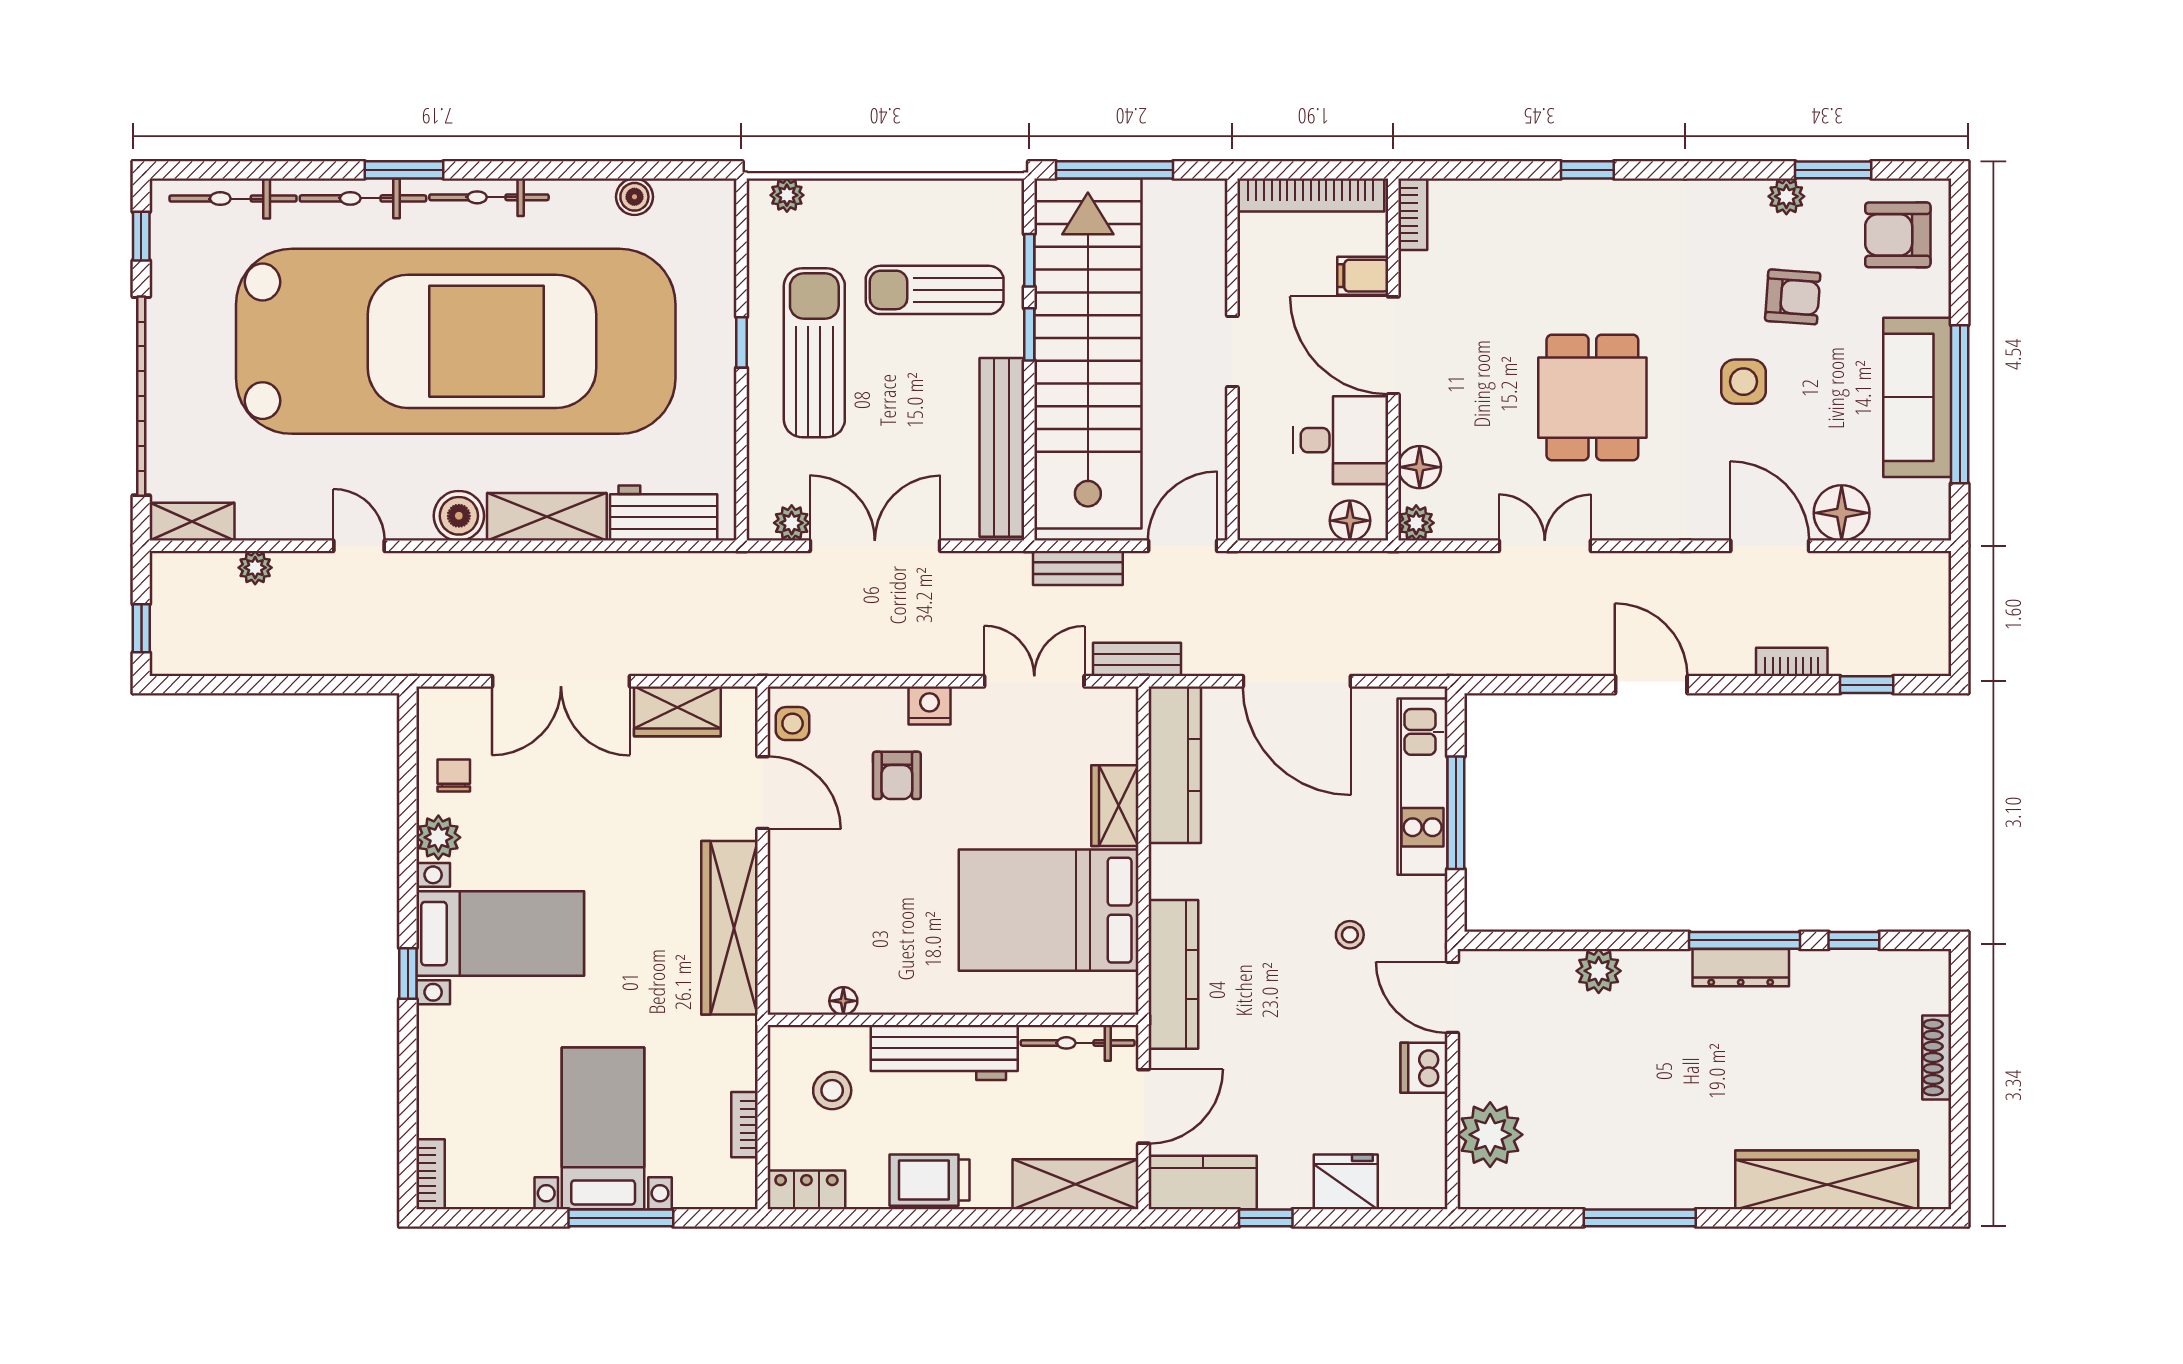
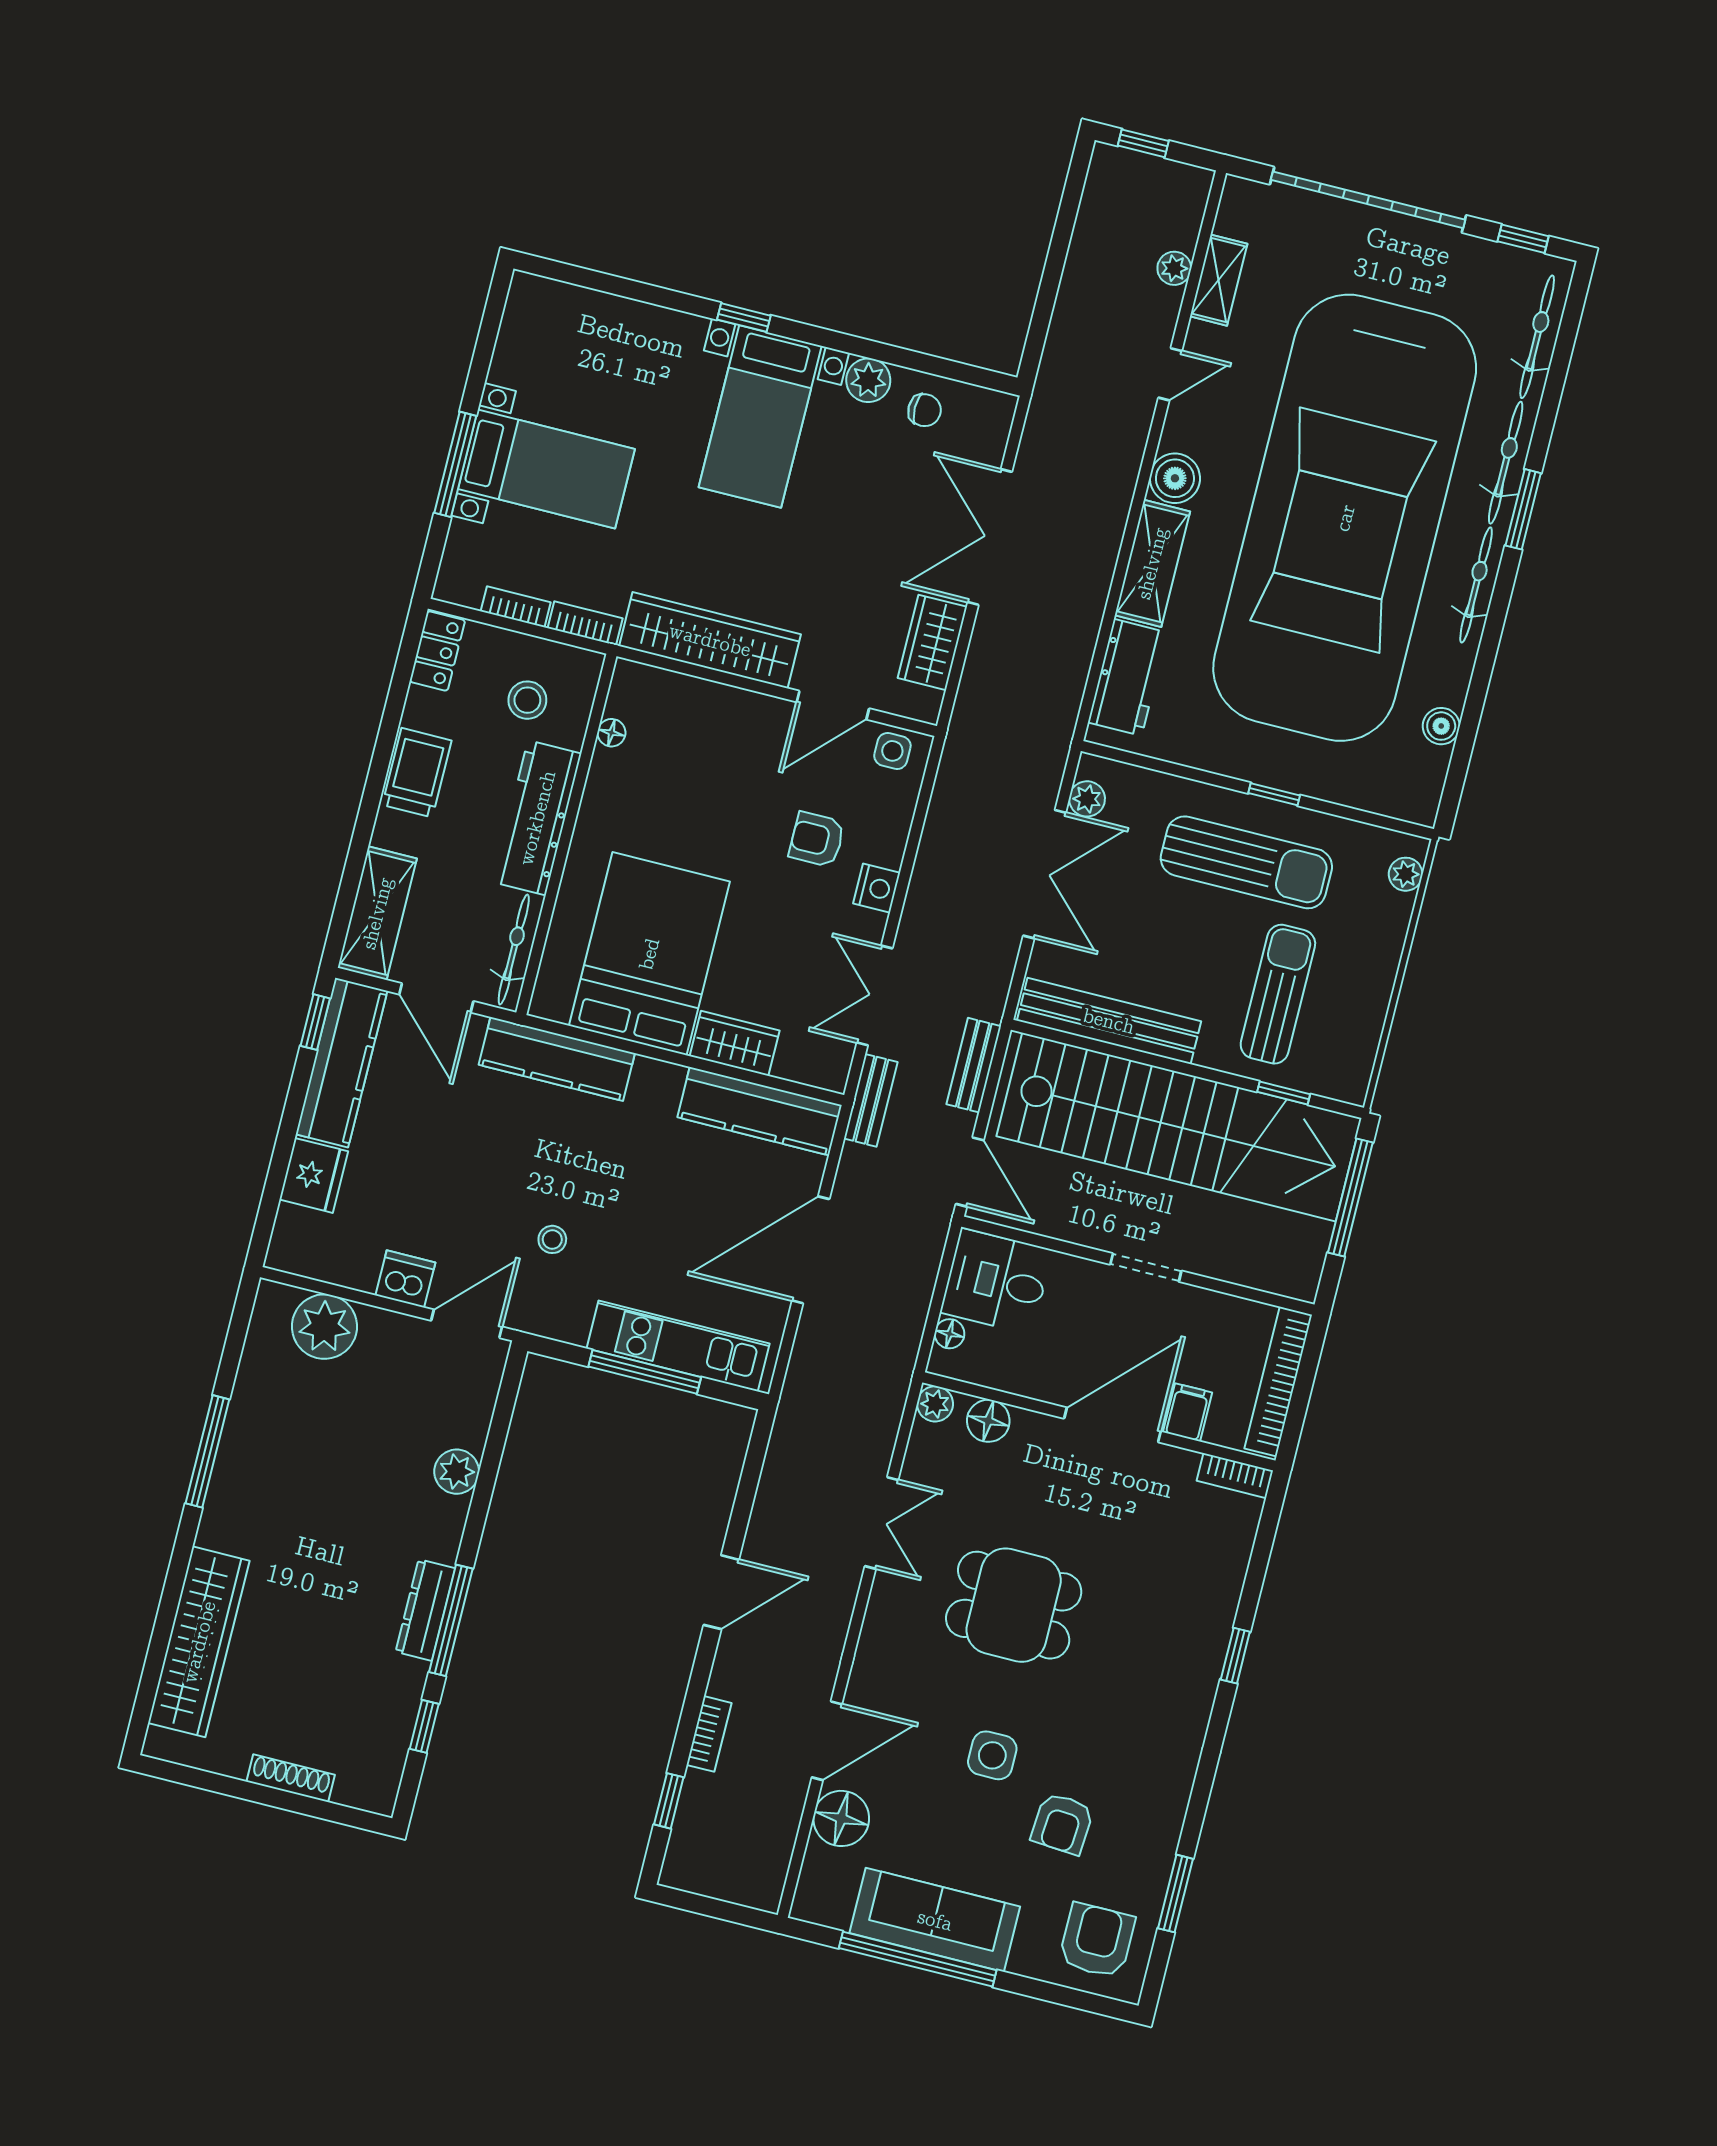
plant: (1786, 196) -> (1161, 1842), removed
window: (1029, 334) -> (1212, 1075), removed
desk: (1341, 440) -> (996, 1282), moved, turned 90
floor lamp: (1350, 521) -> (950, 1334), width x0.73, depth x0.73
shelving: (192, 522) -> (1219, 280), moved
double door: (1034, 681) -> (875, 996), swing flipped
bookcase: (430, 1174) -> (585, 623), moved, turned 180
kitchen counter: (1203, 1182) -> (342, 1063), width x1.50
window: (1266, 1218) -> (315, 1022), moved

